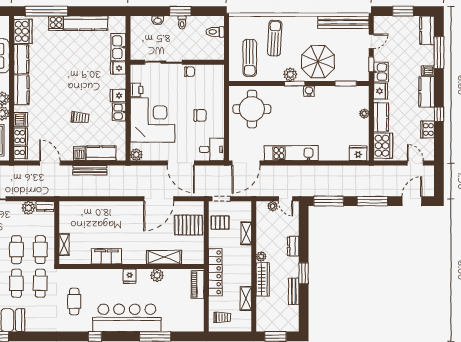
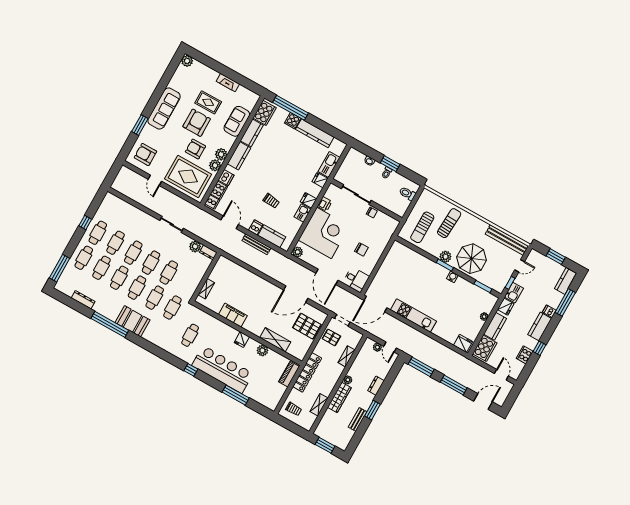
round table: (252, 109) -> (403, 266), removed
cafe table: (40, 250) -> (186, 283), removed

